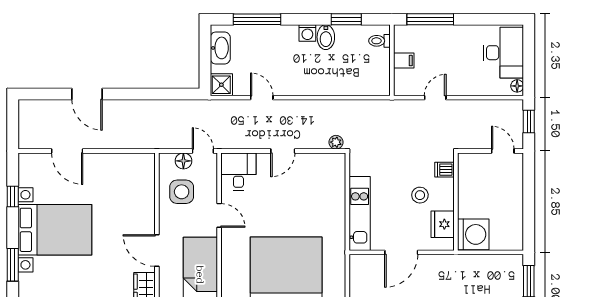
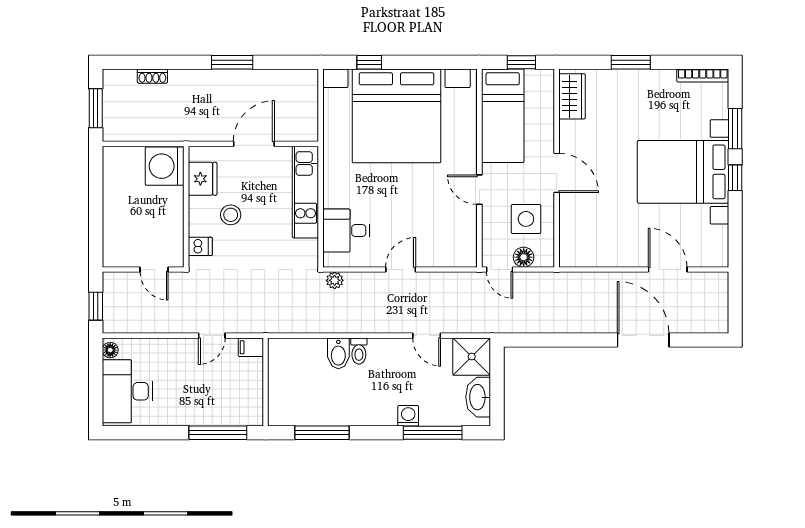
window: (346, 19) -> (322, 433), width x1.44
washing machine: (307, 33) -> (408, 416), moved
bidet: (326, 37) -> (338, 353), moved, turned 180
toilet: (379, 41) -> (359, 351), moved, turned 90
filing cabinet: (404, 61) -> (251, 347), moved
shower: (221, 85) -> (472, 357), width x1.36, depth x1.36
door: (87, 94) -> (643, 340), width x1.36
door: (503, 151) -> (154, 270), moved
desk: (238, 172) -> (346, 231), moved, turned 90
window: (13, 196) -> (735, 178), moved
door: (157, 251) -> (557, 173), moved

